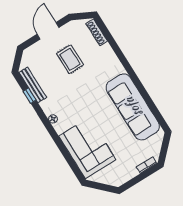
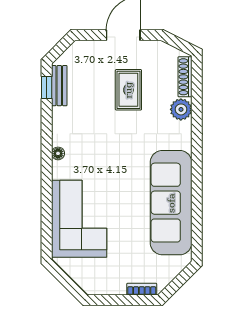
plant: (106, 52) -> (181, 109), added
bench: (33, 85) -> (59, 86), width x0.73
window: (30, 96) -> (47, 88), moved

